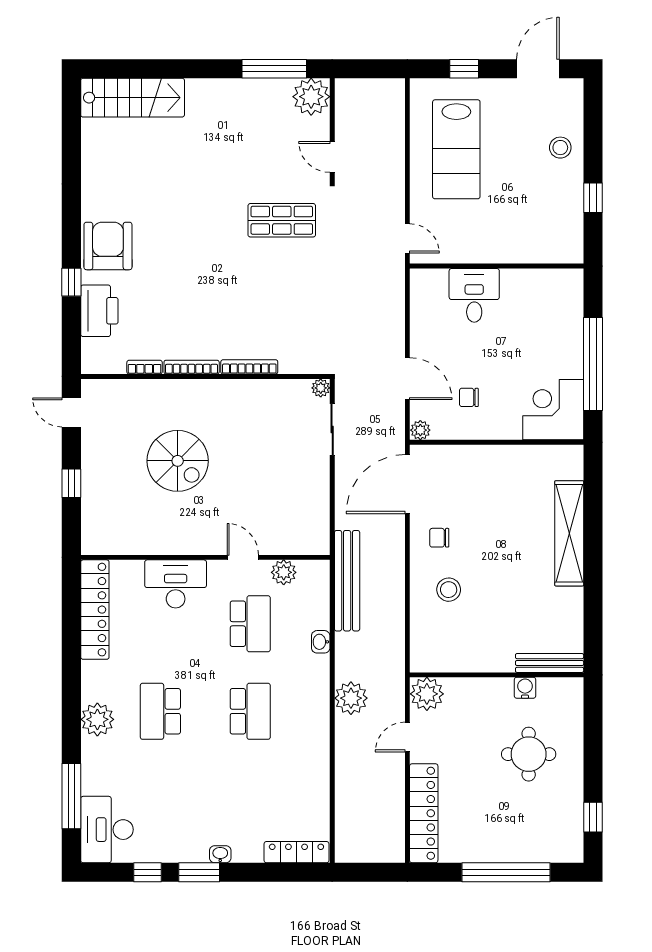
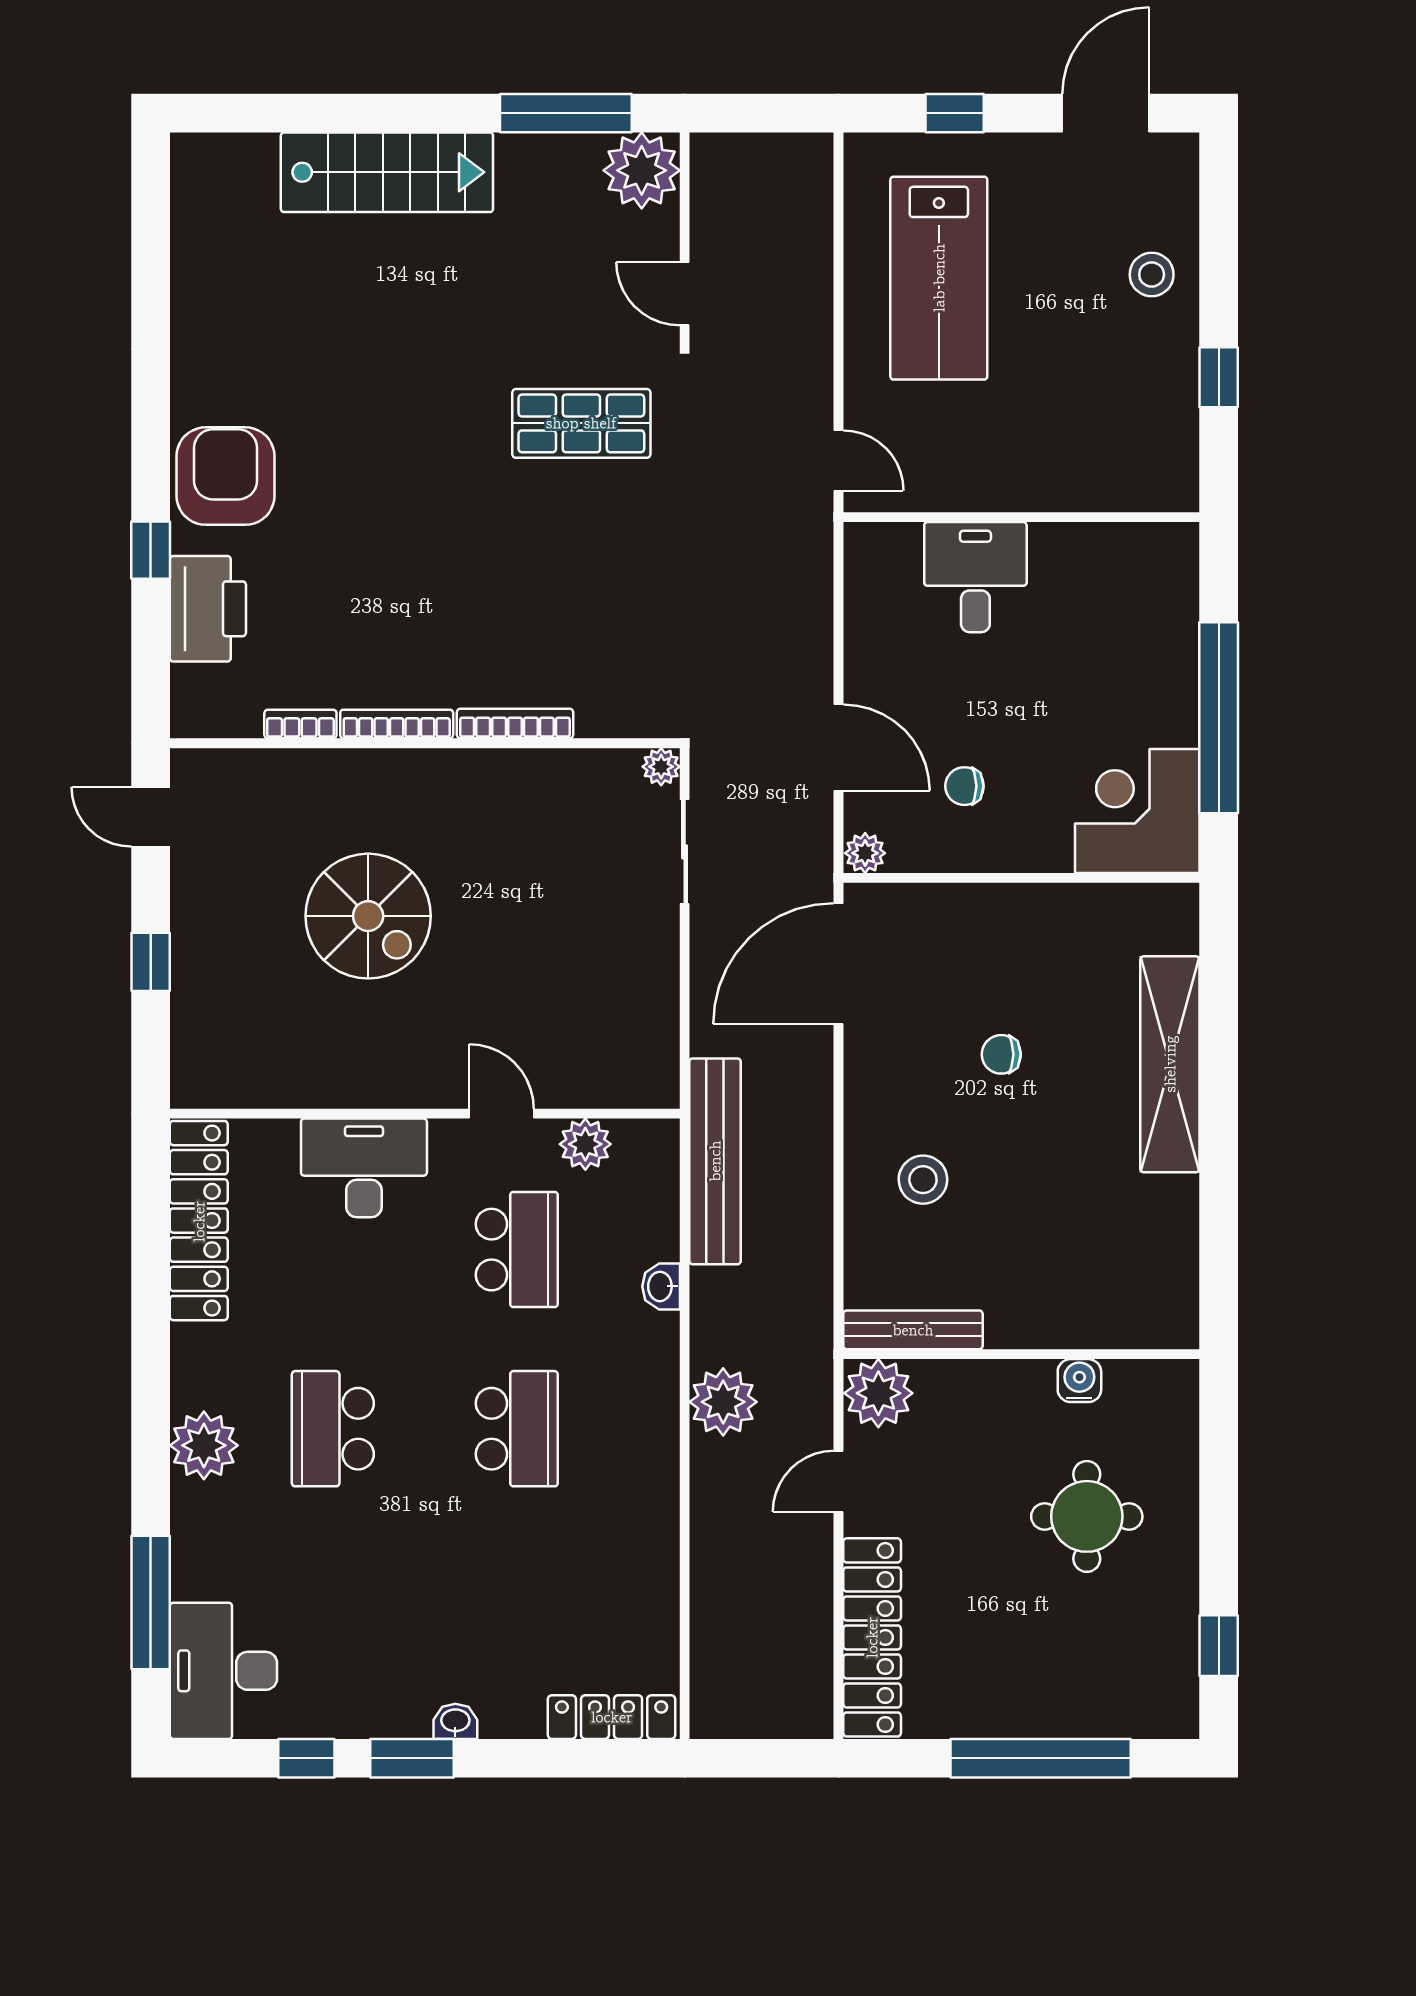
stairs: (133, 98) -> (387, 172), moved
chair: (439, 538) -> (1001, 1054), moved
bench: (550, 663) -> (913, 1330), moved

